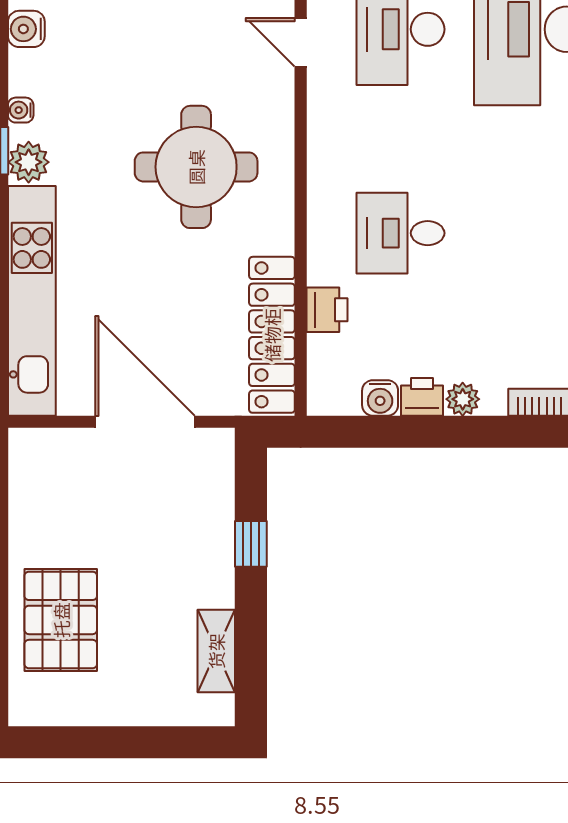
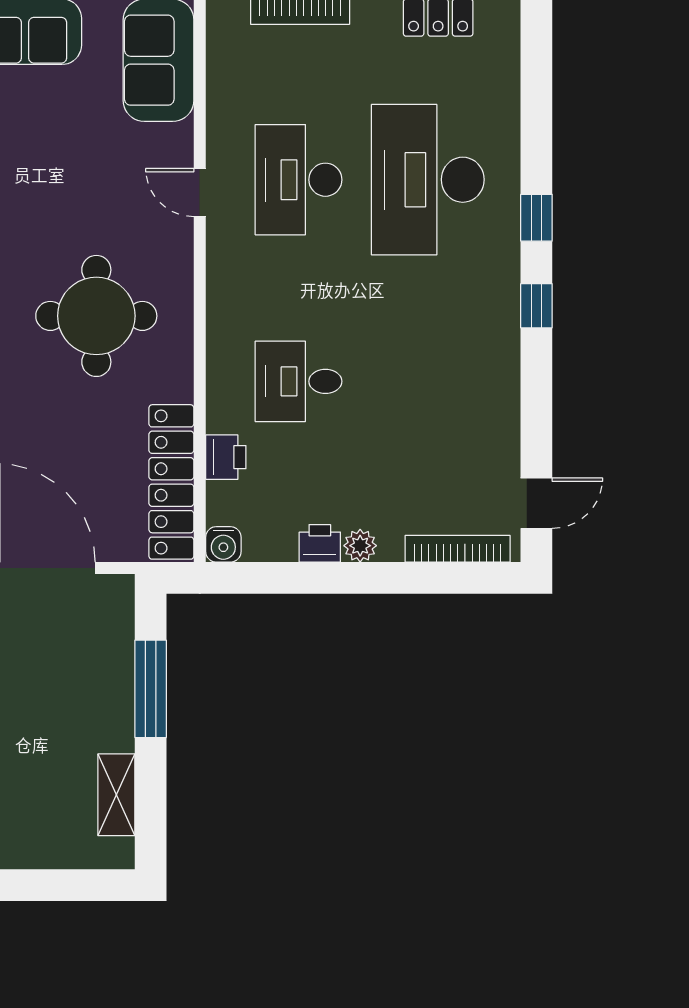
water cooler: (380, 398) -> (223, 544), moved
window: (251, 544) -> (151, 689), width x2.17

